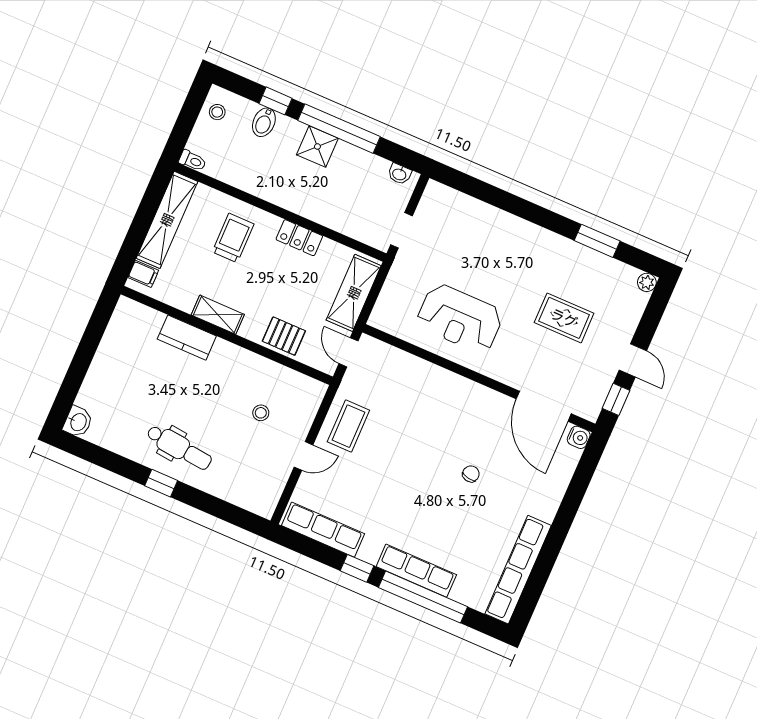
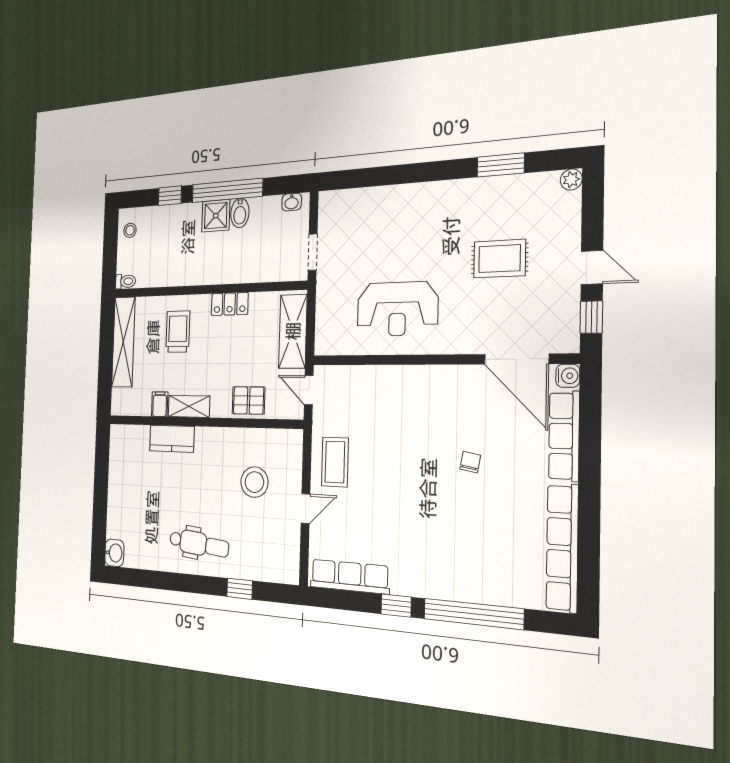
bidet: (264, 122) -> (240, 213), moved
filing cabinet: (143, 274) -> (160, 404), moved, turned -90
stool: (261, 413) -> (254, 482), width x1.89, depth x1.89
window: (161, 483) -> (240, 589), moved
row of seats: (416, 571) -> (564, 436), moved, turned -90

